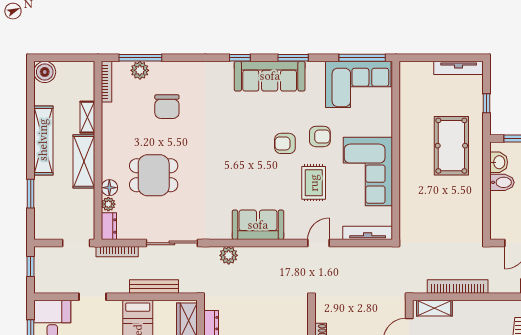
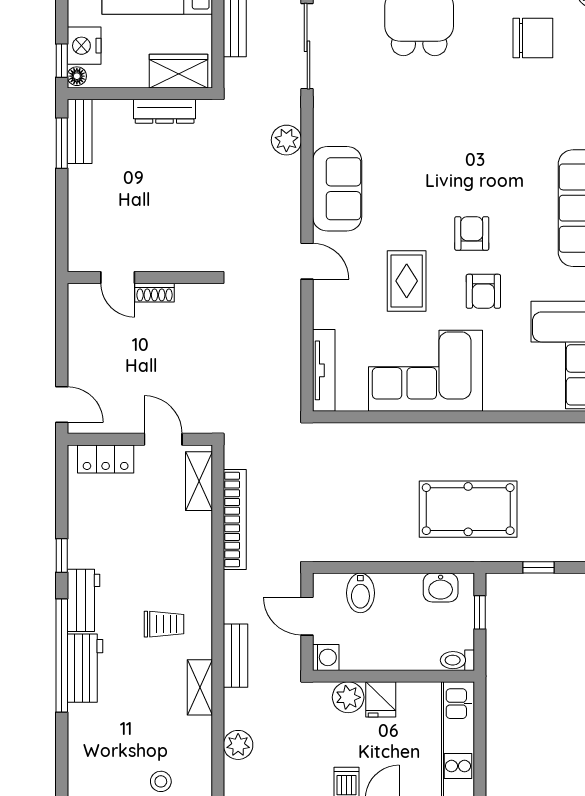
chair: (167, 107) -> (533, 38), turned 180
bidet: (502, 182) -> (360, 593), moved
rug: (314, 183) -> (407, 281), turned 90
door: (319, 243) -> (307, 261), moved

